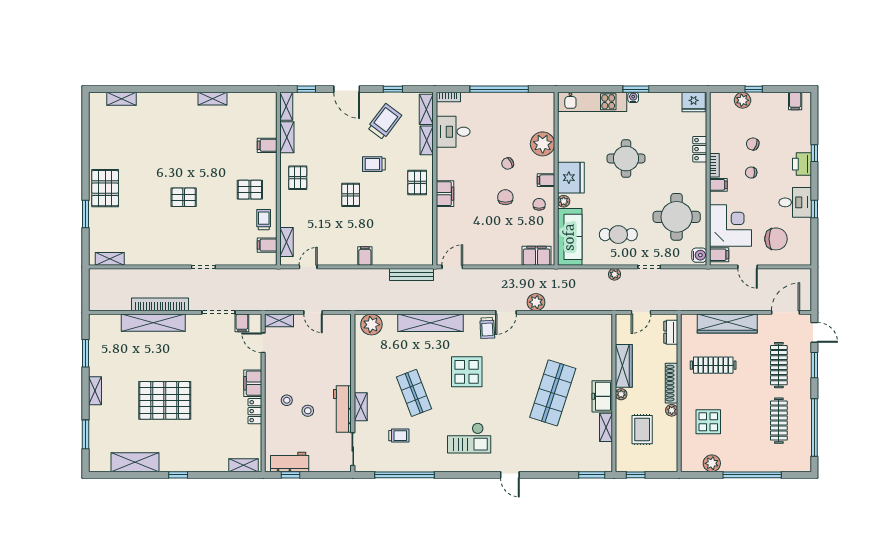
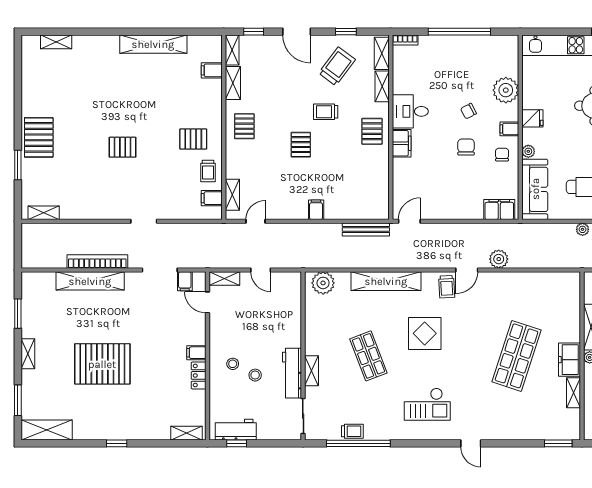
shelving: (213, 99) -> (153, 44), width x2.20, depth x1.33
desk: (453, 132) -> (410, 111), moved
filing cabinet: (267, 145) -> (212, 70), moved
fridge: (571, 178) -> (532, 118), width x0.53, depth x0.75
trolley: (264, 220) -> (208, 171), turned 180
filing cabinet: (253, 383) -> (196, 353), width x0.50
trolley: (399, 436) -> (352, 431), moved
shelving: (135, 462) -> (47, 430), moved

